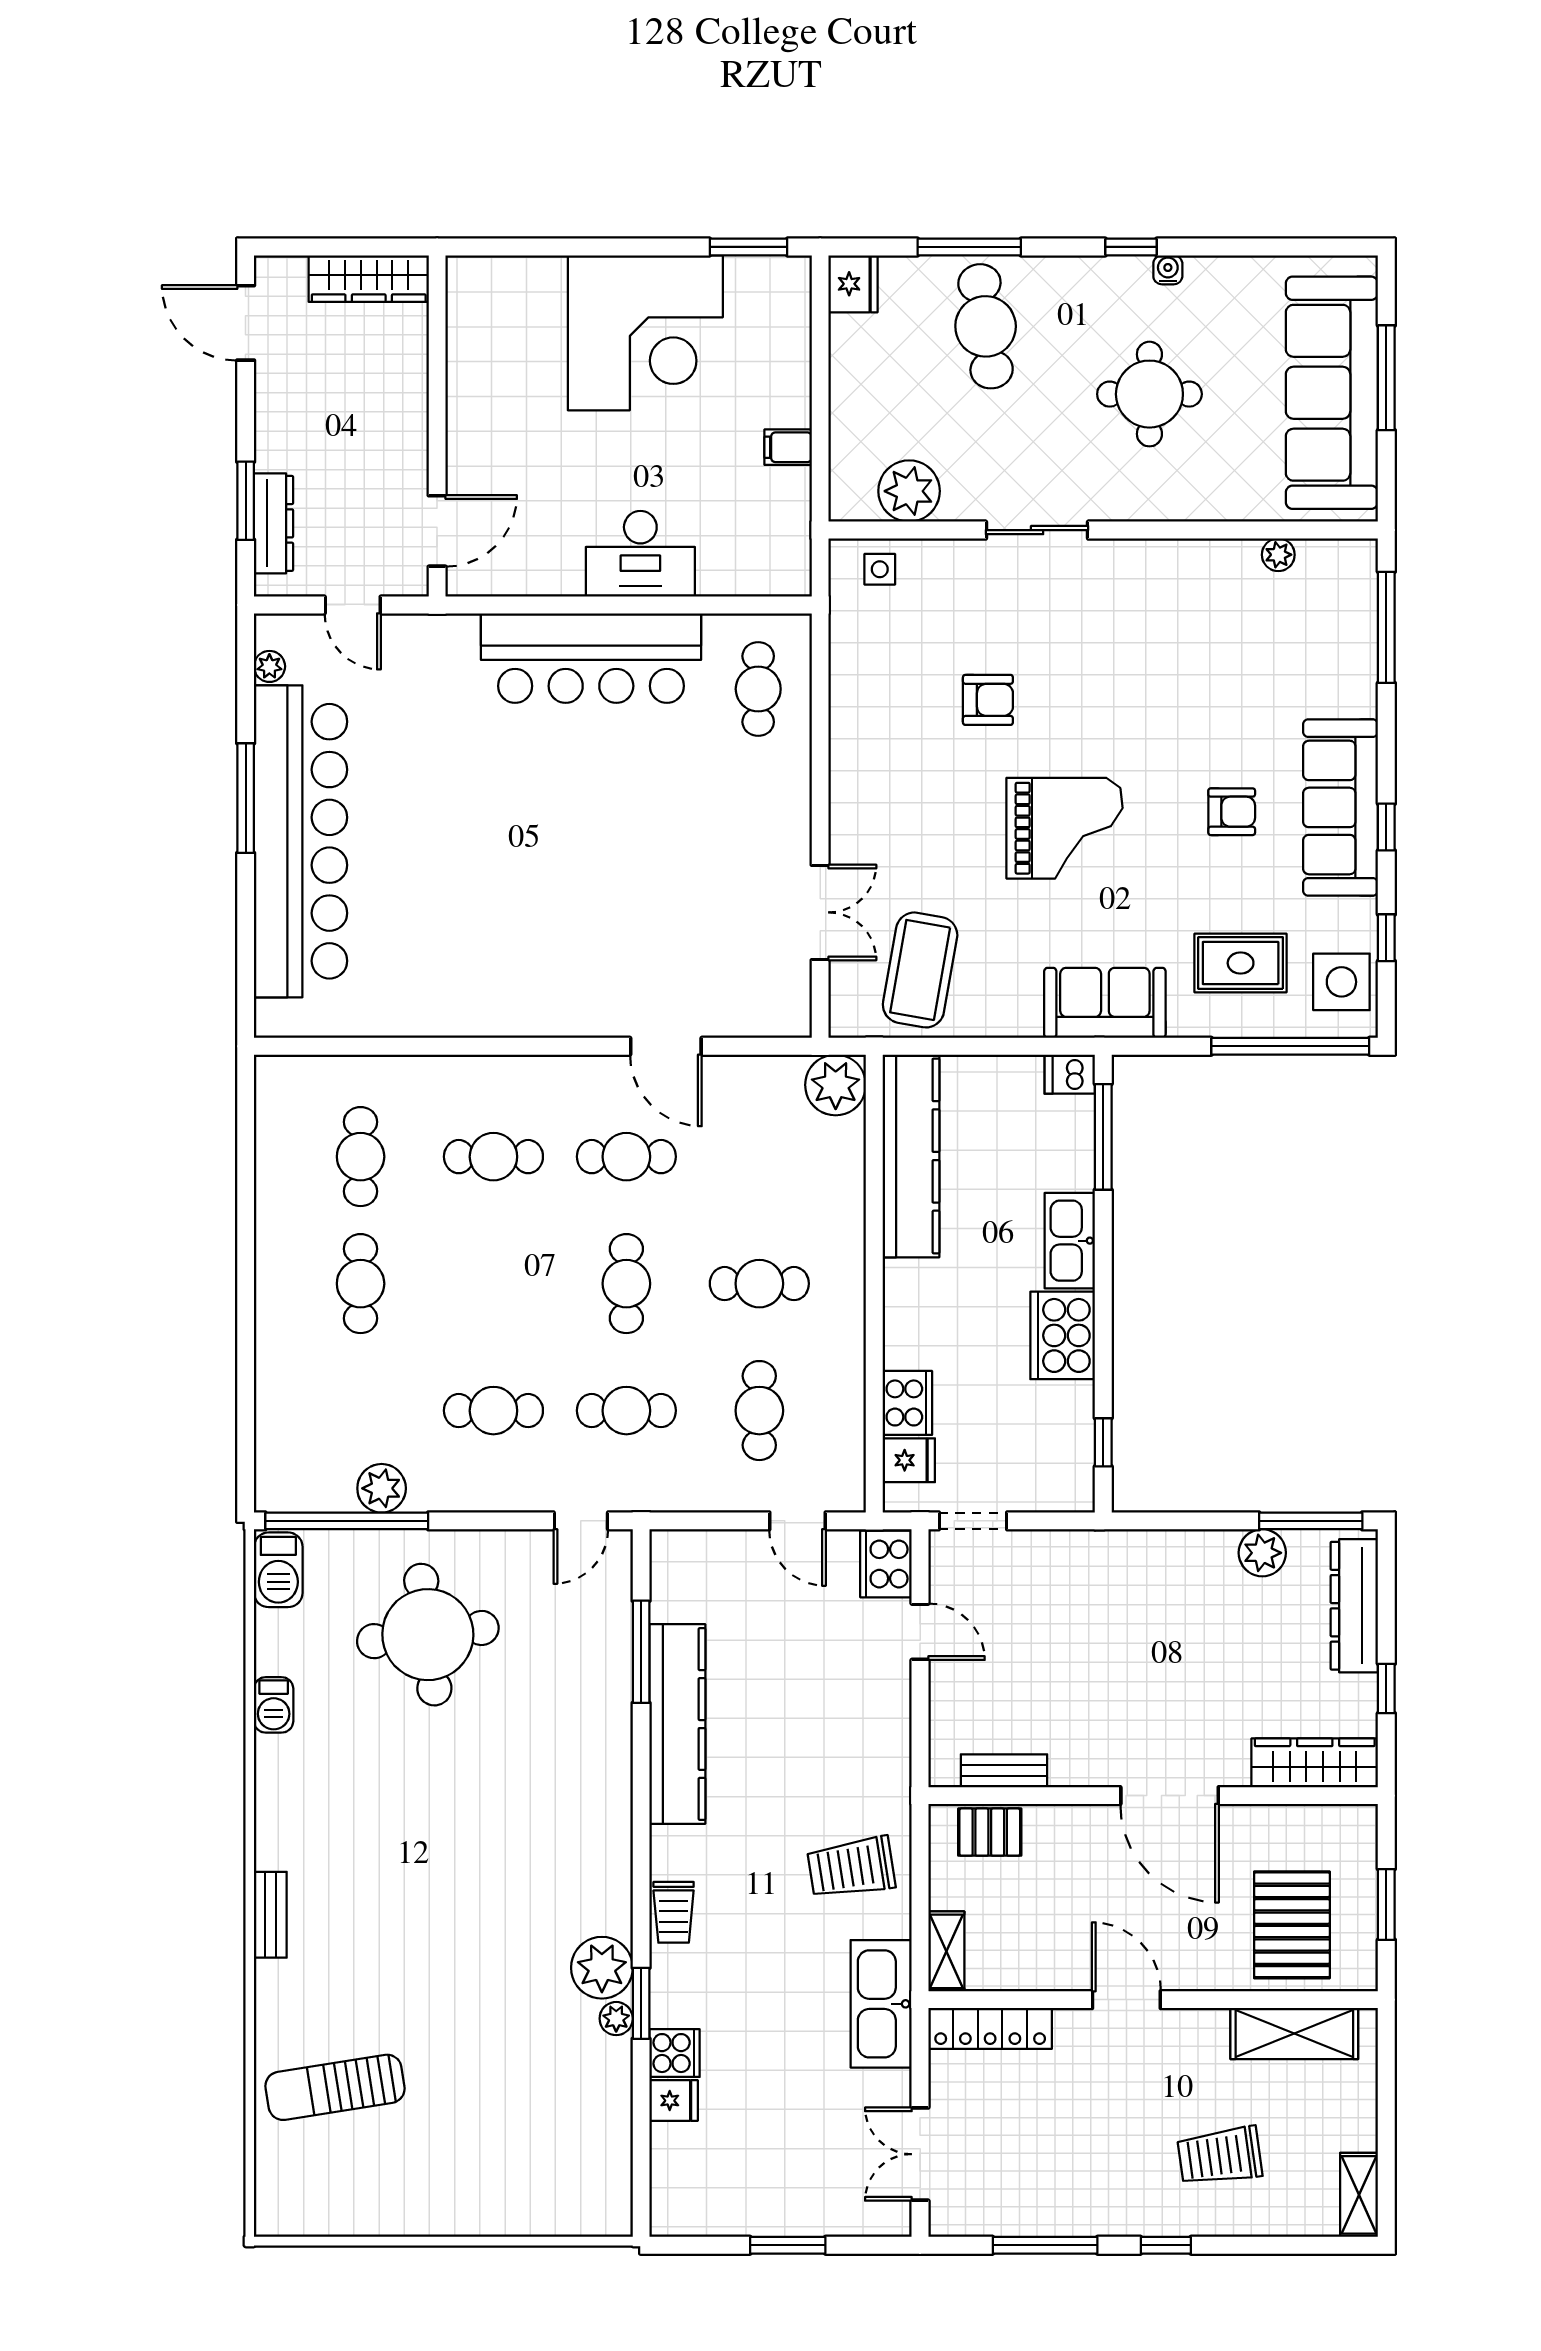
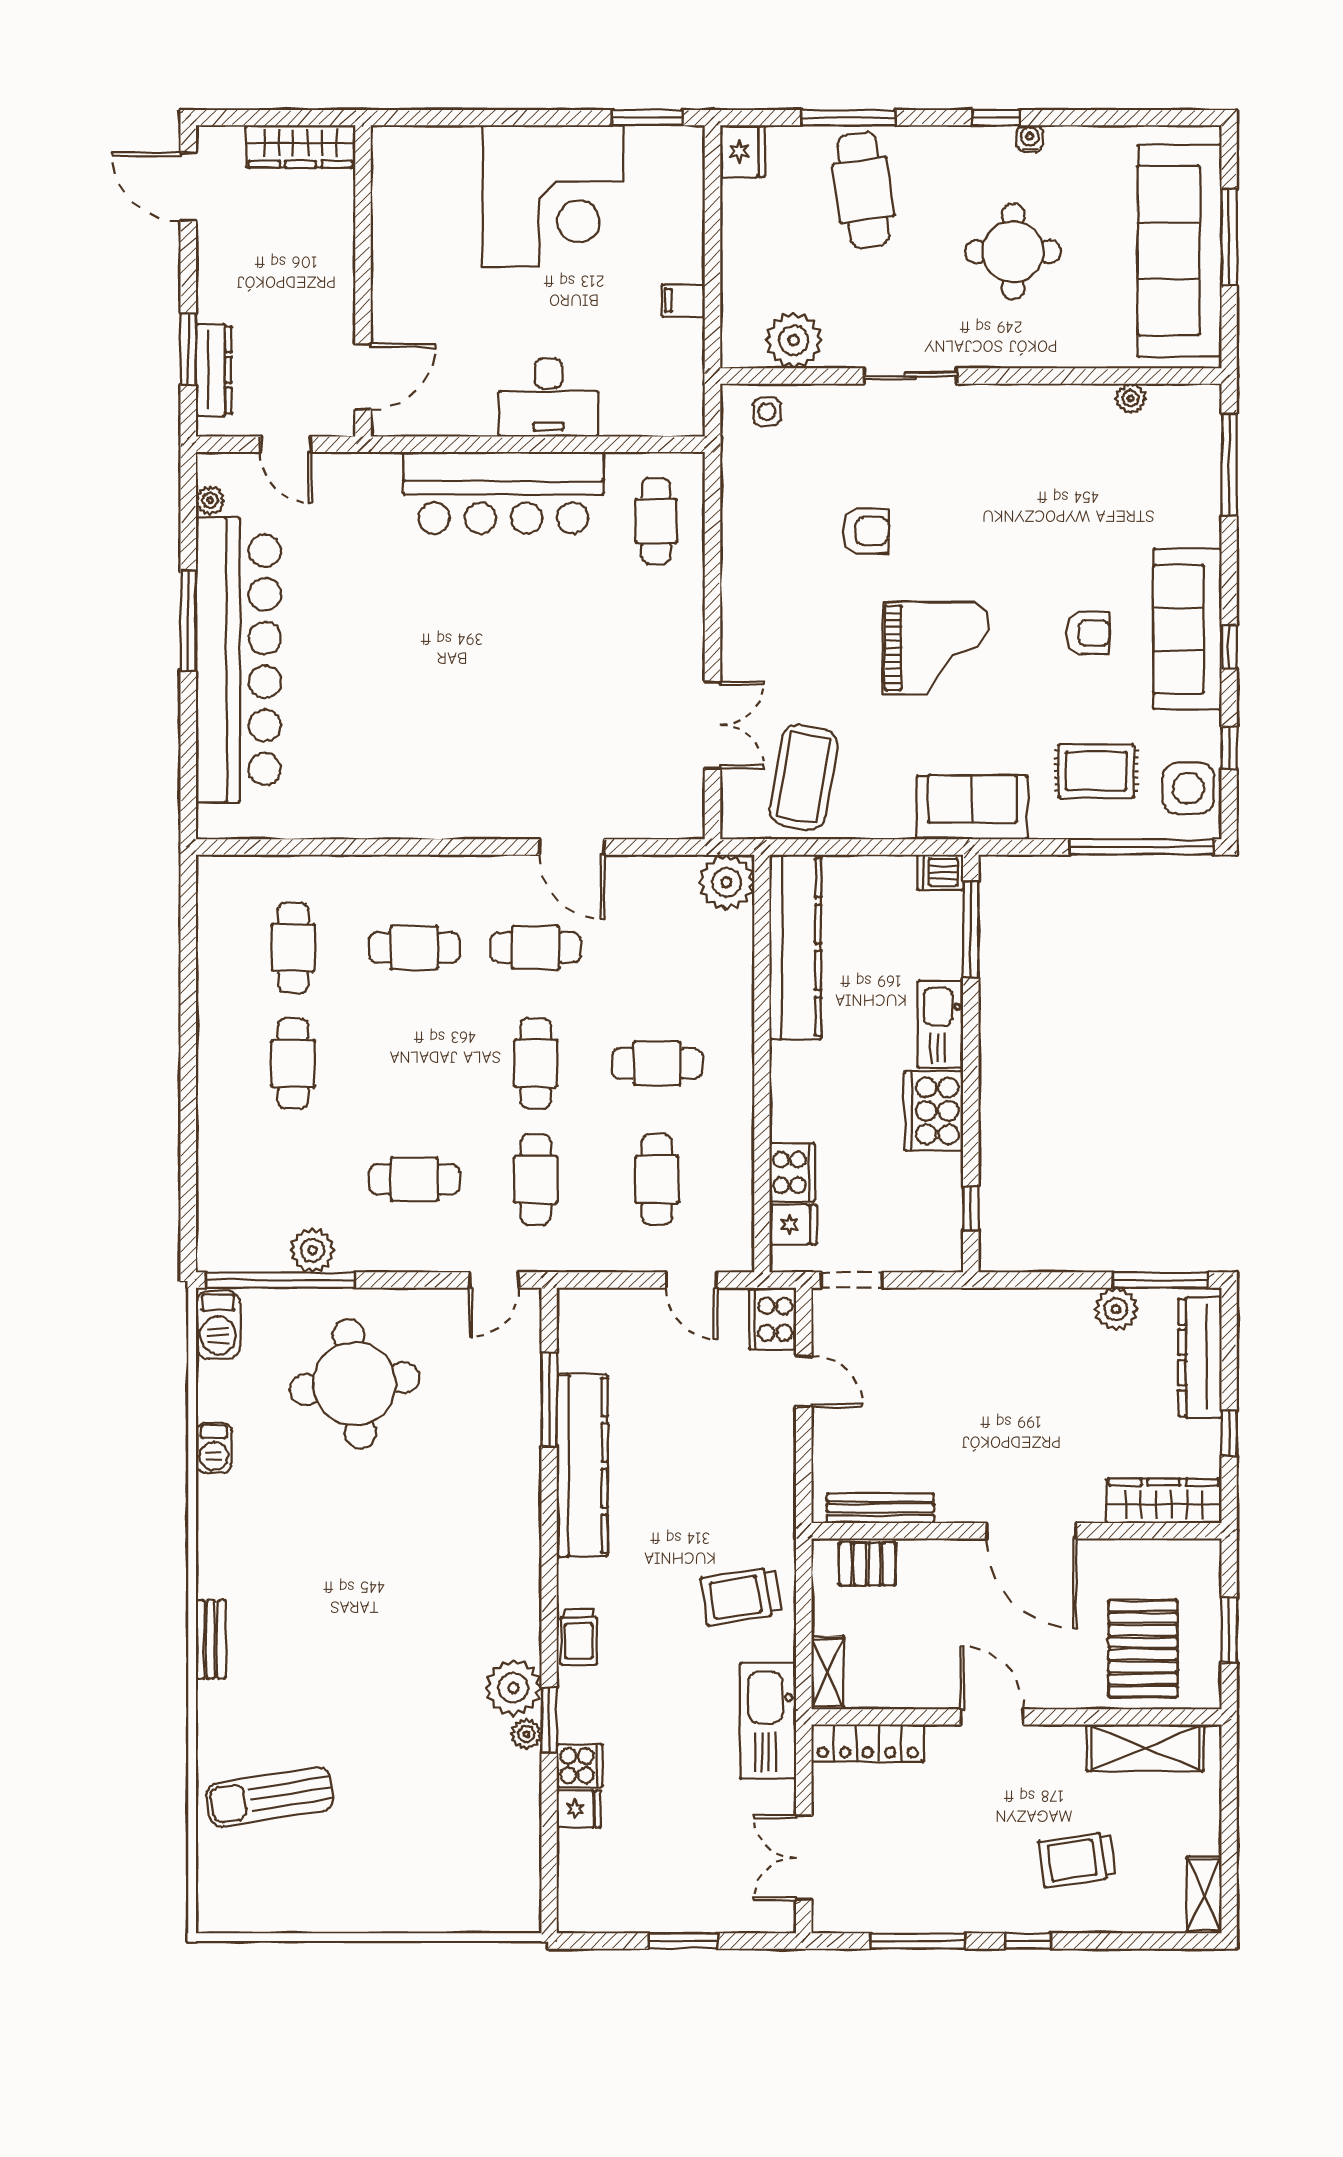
cafe table: (626, 1411) -> (536, 1179), turned 90
bench: (1004, 1771) -> (880, 1508), width x1.36

